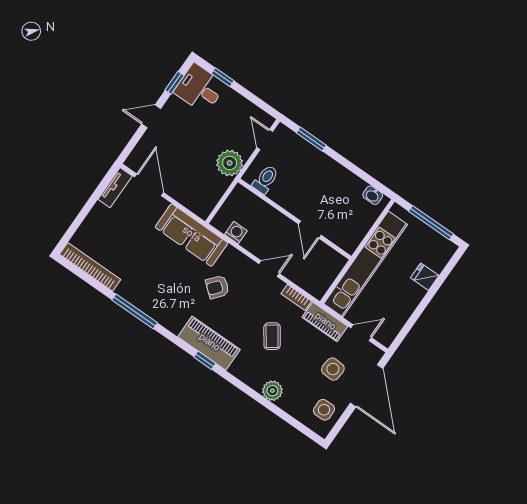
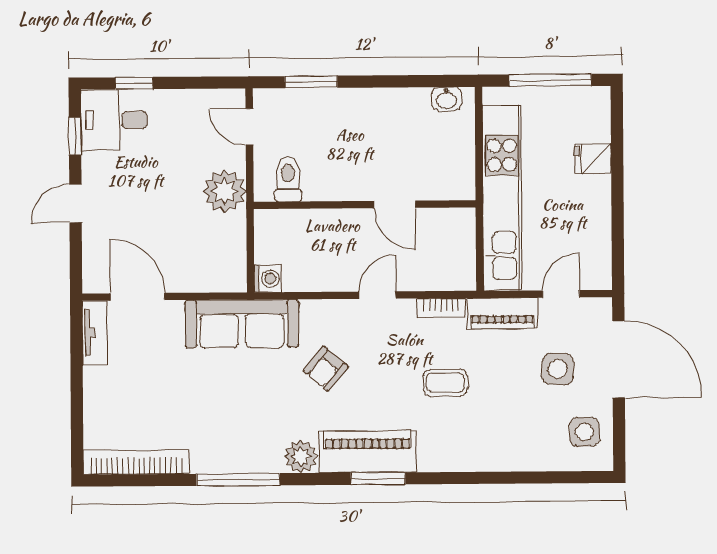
washing machine: (236, 233) -> (268, 279), moved, turned 90
coffee table: (272, 336) -> (445, 383), turned -55
window: (205, 360) -> (378, 479), width x1.50
plant: (272, 391) -> (301, 457), moved

